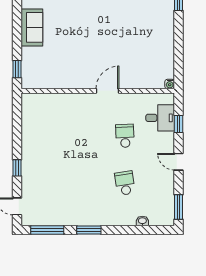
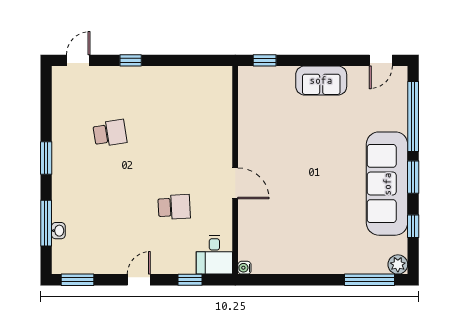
desk: (160, 118) -> (214, 255), moved
school desk: (125, 183) -> (110, 133), moved
window: (47, 230) -> (46, 223), moved

